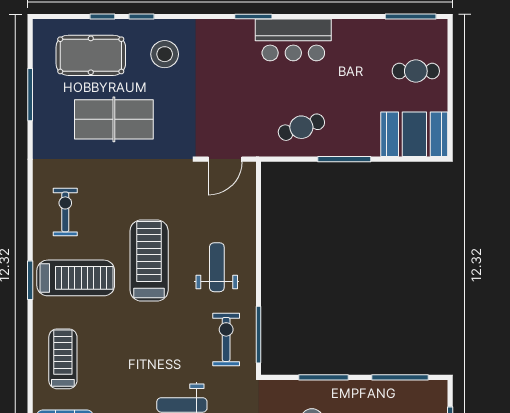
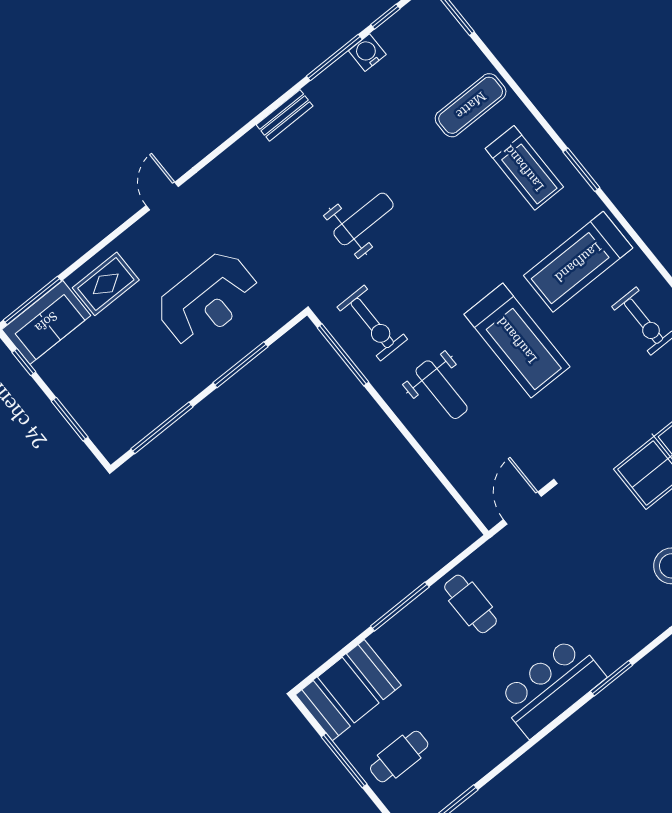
window: (450, 95) -> (344, 760), added
cafe table: (301, 127) -> (471, 604), turned -71
window: (30, 280) -> (581, 170), moved

